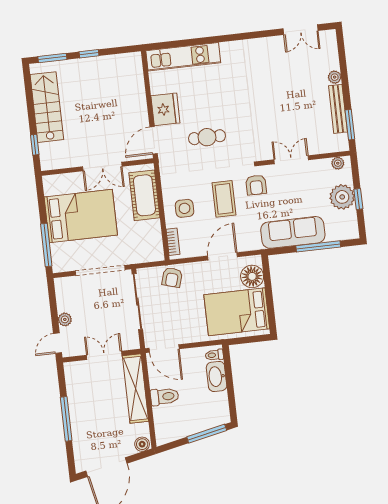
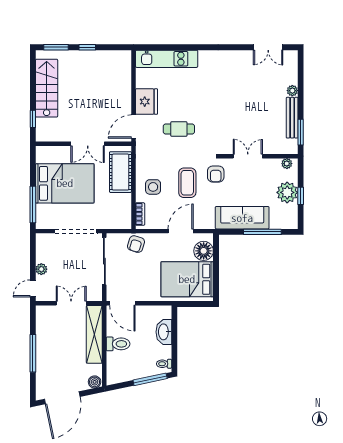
toilet: (214, 355) -> (164, 364), moved

